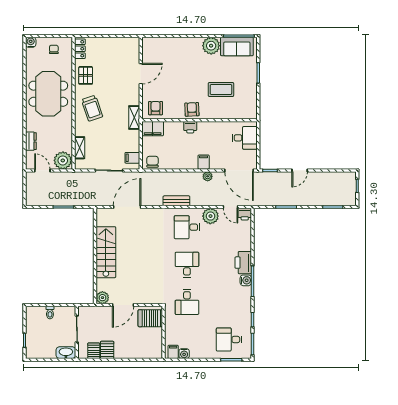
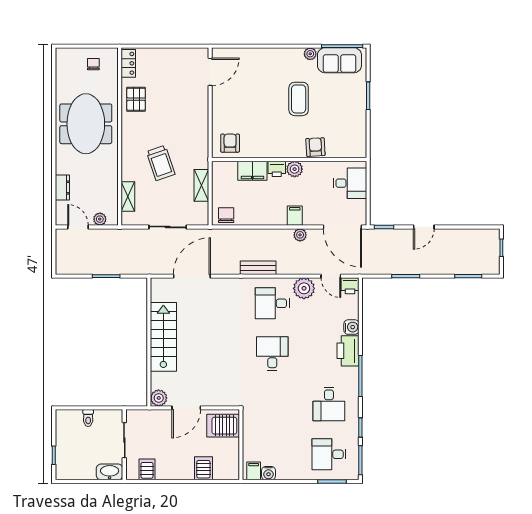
water cooler: (31, 42) -> (62, 54), removed
plant: (211, 46) -> (310, 54), width x0.53, depth x0.53
door: (141, 74) -> (210, 72), moved
coffee table: (221, 89) -> (299, 99), moved, turned 90
trolley: (92, 108) -> (161, 163), moved
armchair: (192, 109) -> (315, 147), moved
shelving: (134, 117) -> (201, 185), moved
plant: (204, 127) -> (295, 169), added
filing cabinet: (153, 129) -> (252, 171), moved
filing cabinet: (132, 158) -> (199, 210), removed
plant: (63, 160) -> (100, 219), width x0.53, depth x0.53
water cooler: (246, 280) -> (351, 327), moved
desk: (187, 302) -> (329, 404), moved
server rack: (107, 350) -> (203, 468), moved

